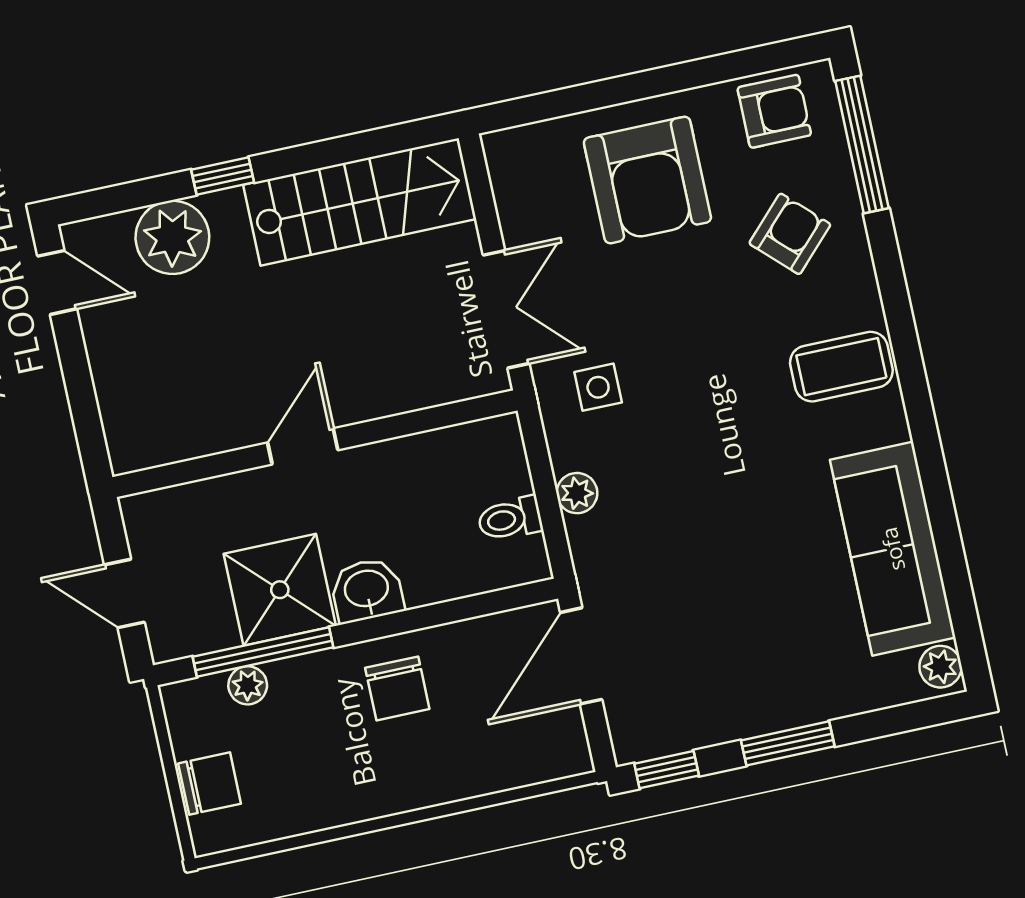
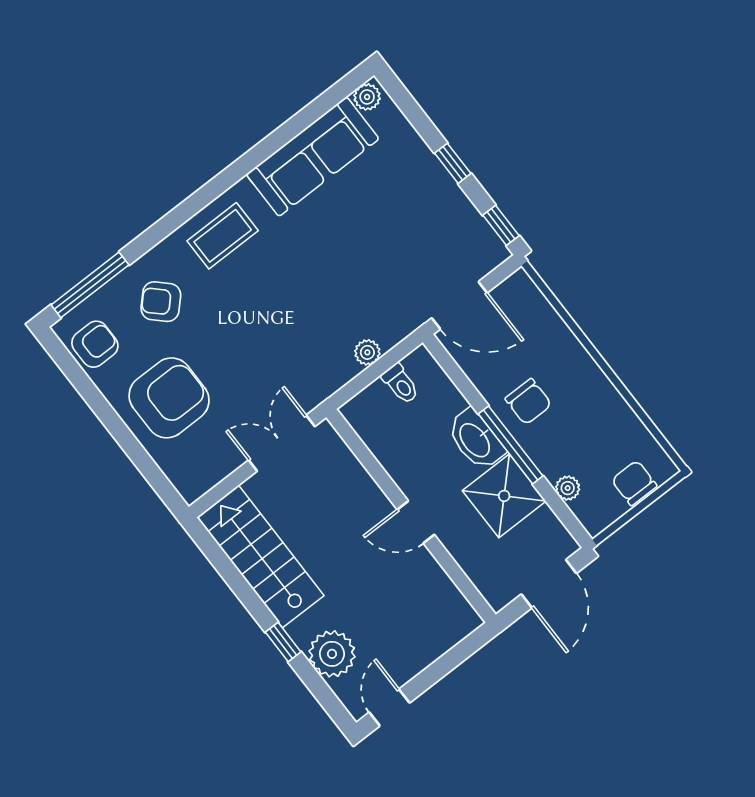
armchair: (774, 111) -> (95, 344), turned 90
coffee table: (841, 367) -> (223, 236), turned 90
side table: (598, 387) -> (301, 369), removed
washbasin: (367, 590) -> (475, 440), width x1.38
door: (124, 593) -> (549, 584), width x1.38
window: (263, 652) -> (511, 445), moved
chair: (397, 688) -> (528, 402), turned 90
window: (788, 743) -> (453, 163), width x0.67

